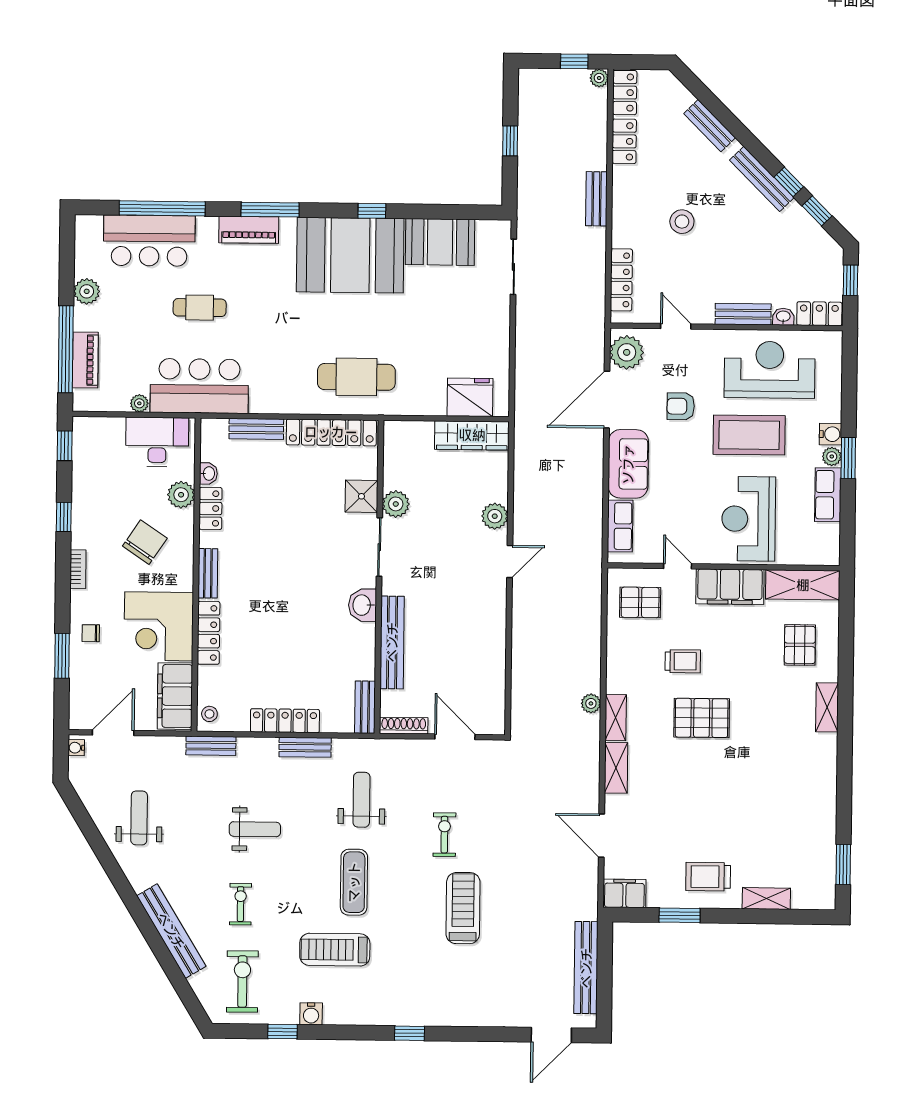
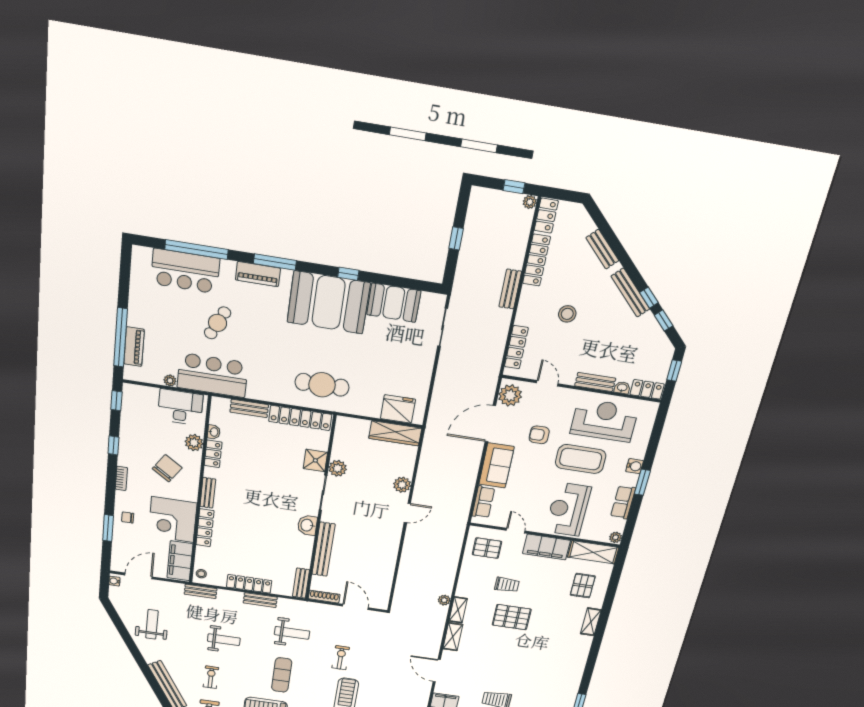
locker: (624, 141) -> (536, 260), width x1.53
plant: (87, 291) -> (138, 300), removed
cafe table: (200, 308) -> (218, 323), turned -64
plant: (832, 456) -> (616, 537), moved
weight bench: (361, 800) -> (292, 633), turned 90

